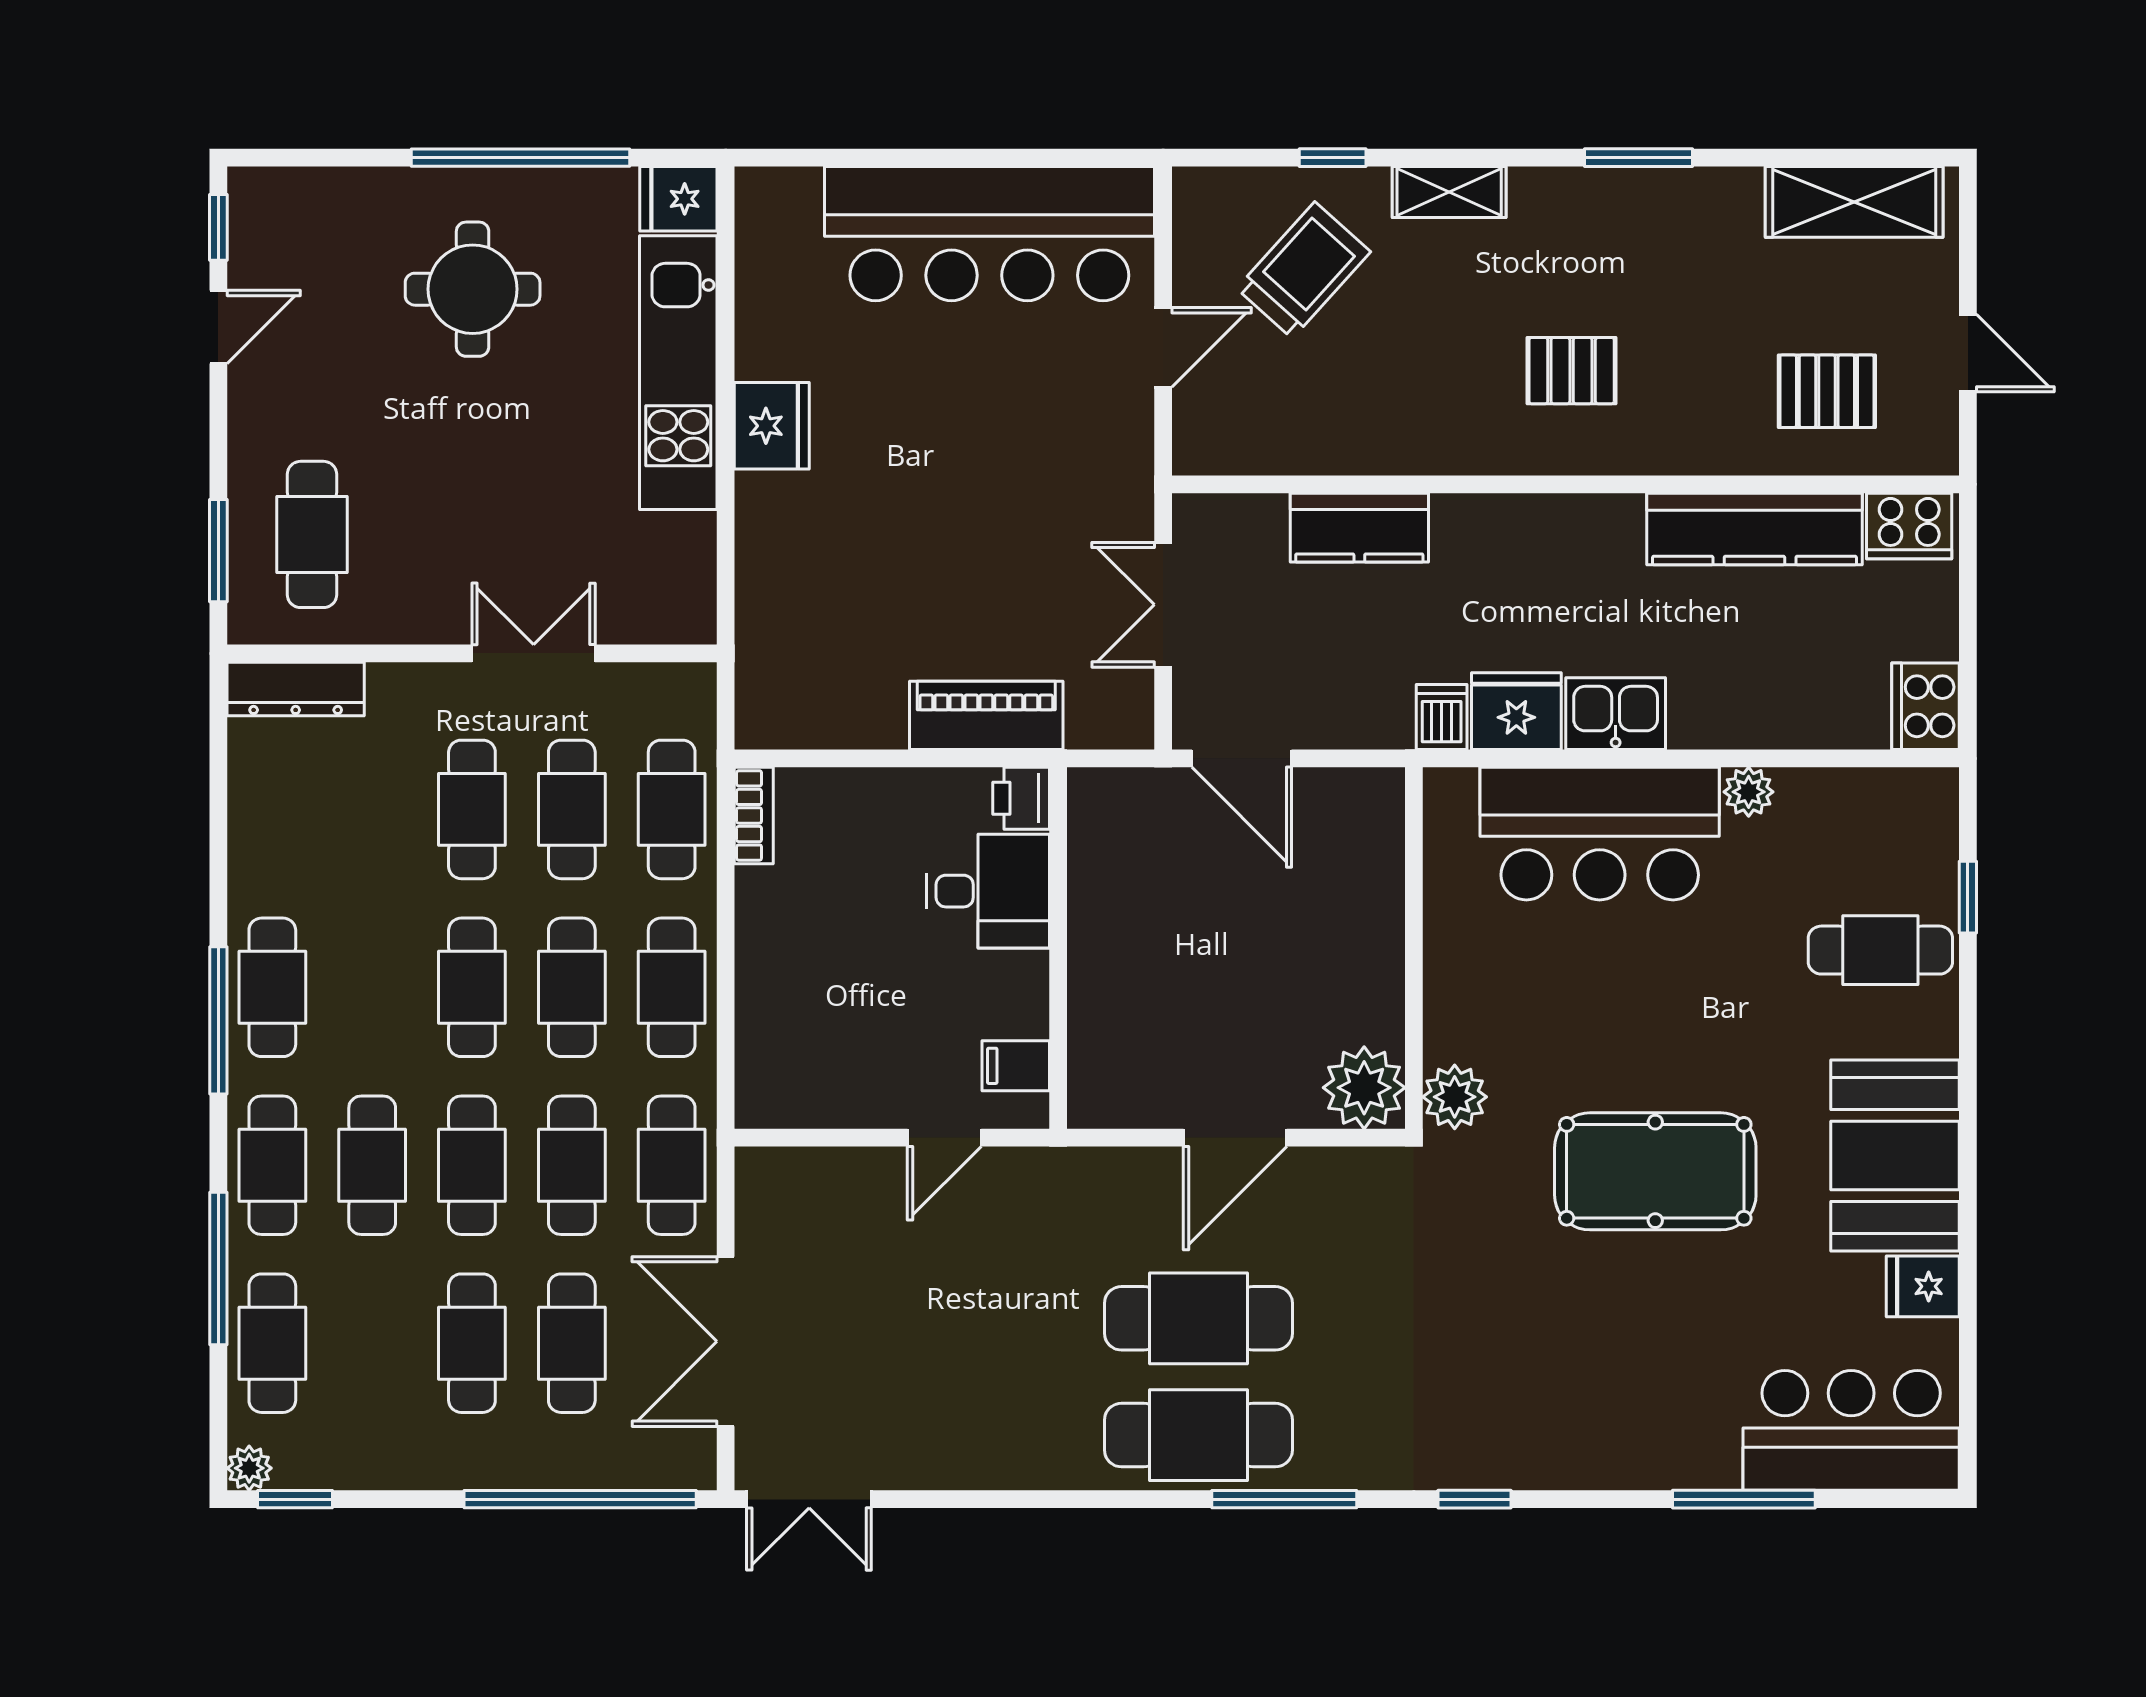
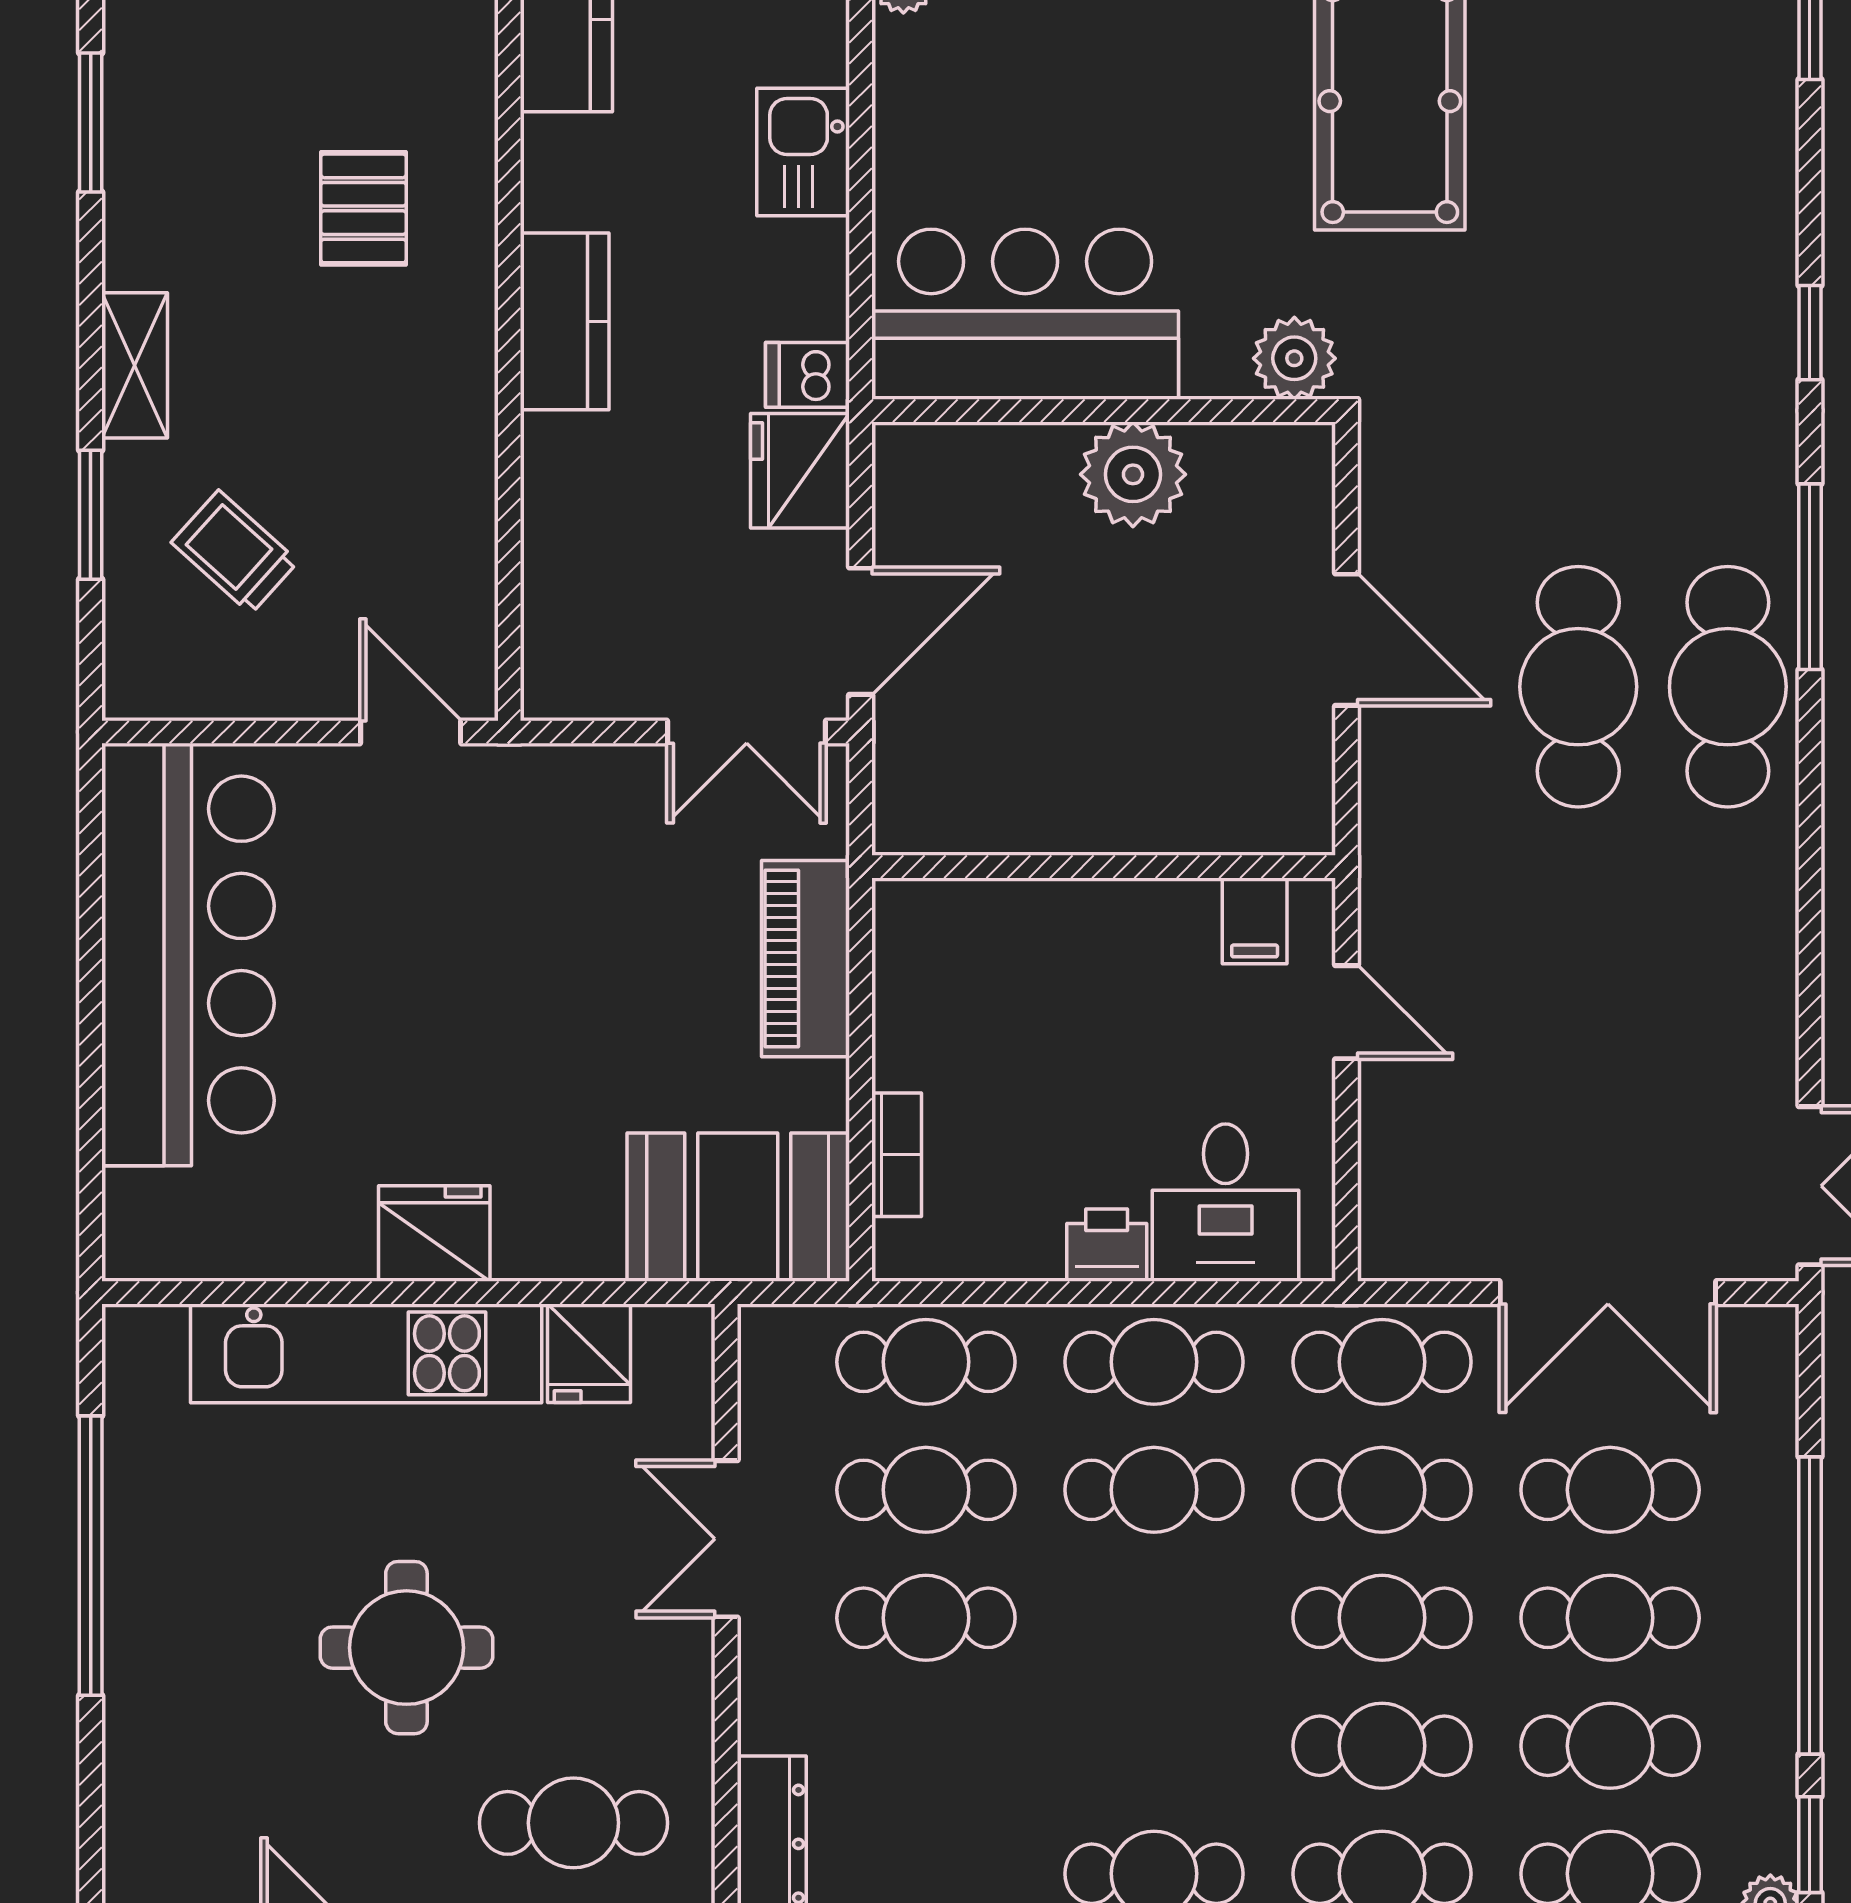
window: (1333, 158) -> (91, 515), width x1.50
fridge: (678, 199) -> (589, 1353), moved
trolley: (1304, 270) -> (235, 552), width x0.73, depth x0.72
round table: (473, 289) -> (406, 1648), moved
door: (1163, 347) -> (411, 732), moved
kitchen counter: (1359, 528) -> (565, 321), moved
double door: (1163, 605) -> (747, 732), moved
booth: (792, 663) -> (738, 1207), added
fridge: (1516, 711) -> (800, 471), moved
printer: (1021, 798) -> (1107, 1245), moved, turned 180
bookcase: (754, 815) -> (897, 1155), moved, turned 90
bar counter: (1600, 834) -> (1025, 314), moved, turned -90
desk: (988, 891) -> (1226, 1203), moved, turned 180
cafe table: (472, 987) -> (1610, 1746), moved
plant: (1364, 1088) -> (1133, 474), moved
window: (580, 1499) -> (1810, 1606), moved

